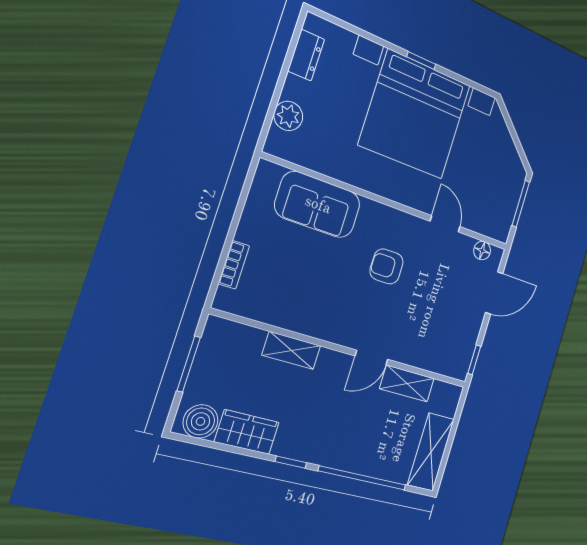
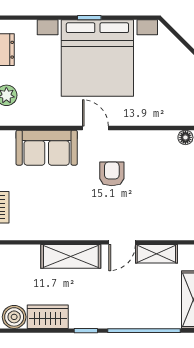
door: (445, 224) -> (95, 128), moved
armchair: (387, 266) -> (112, 174), turned 90
shelving: (291, 350) -> (71, 256), width x1.50, depth x1.33

